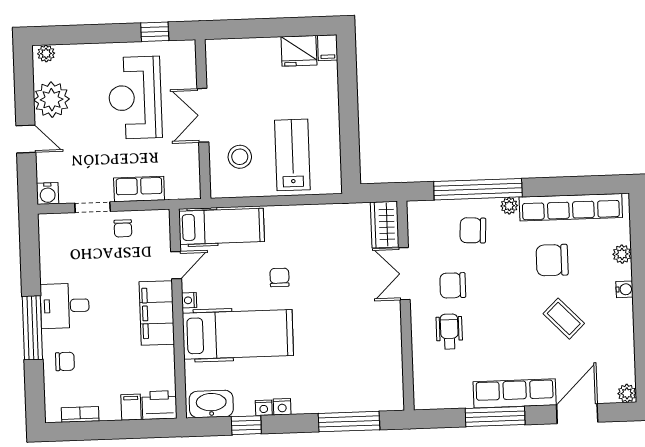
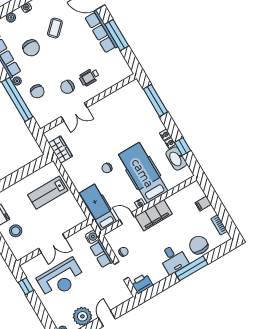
stool: (240, 157) -> (16, 231), moved
water cooler: (48, 193) -> (92, 237), moved
wardrobe: (385, 225) -> (60, 150), moved, turned -90
chair: (453, 285) -> (67, 87), turned 90
chair: (65, 361) -> (199, 245), width x1.87, depth x1.87
washbasin: (211, 404) -> (176, 159), moved
printer: (159, 405) -> (142, 284), moved, turned 90

